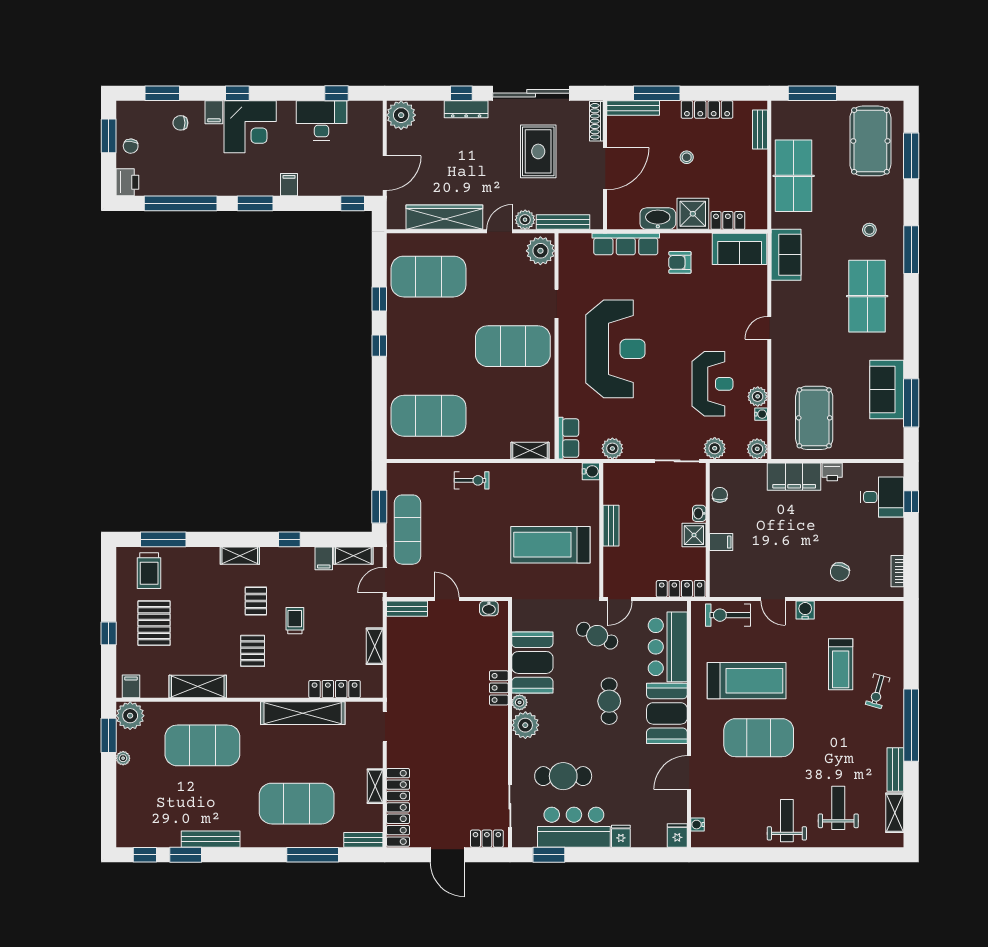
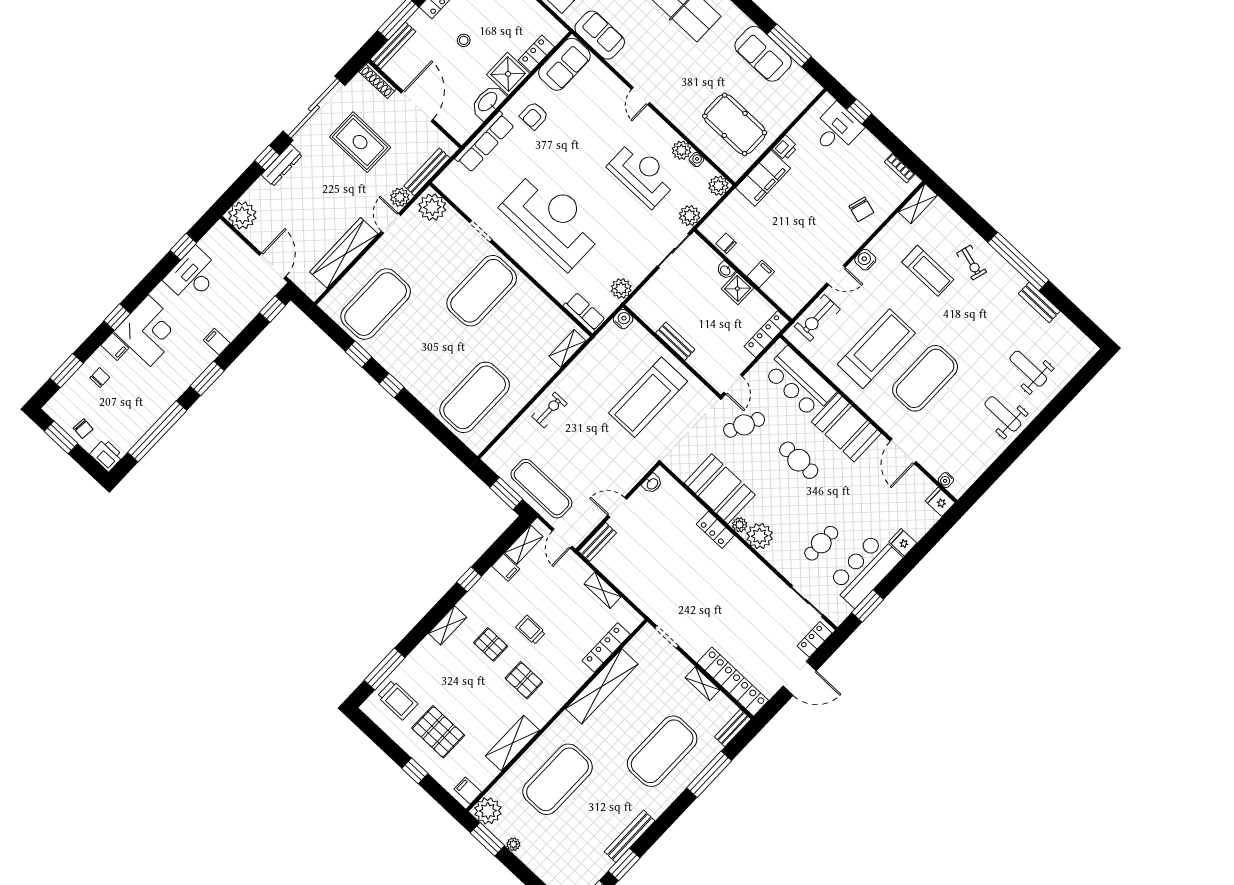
chair: (180, 123) -> (100, 378), turned 180
cafe table: (563, 776) -> (821, 543), width x0.73, depth x0.74
shelving: (895, 813) -> (918, 204), moved, turned 90

